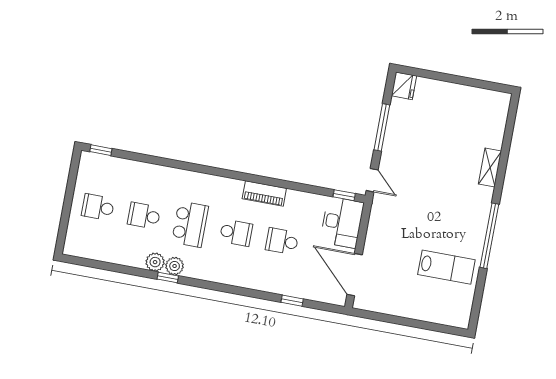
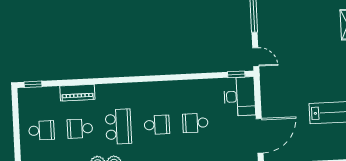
piano: (264, 193) -> (77, 93), moved
school desk: (98, 207) -> (41, 130), turned 180
door: (355, 275) -> (260, 136), swing flipped

